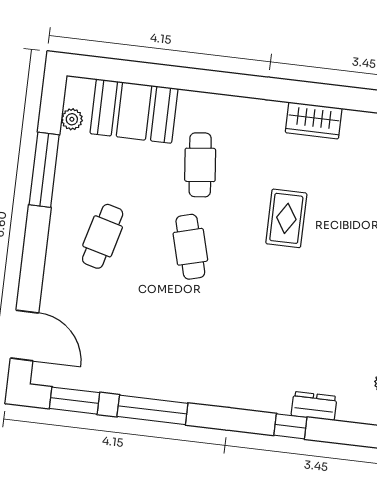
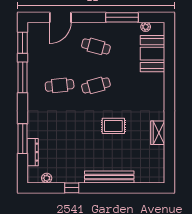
cafe table: (200, 165) -> (60, 85), moved
door: (24, 335) -> (60, 17), moved
dresser: (314, 406) -> (33, 152), width x1.44
window: (290, 426) -> (23, 139), width x2.17

